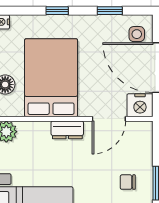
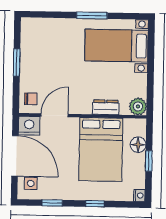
dresser: (67, 130) -> (106, 107), moved
chair: (128, 182) -> (31, 99), moved

